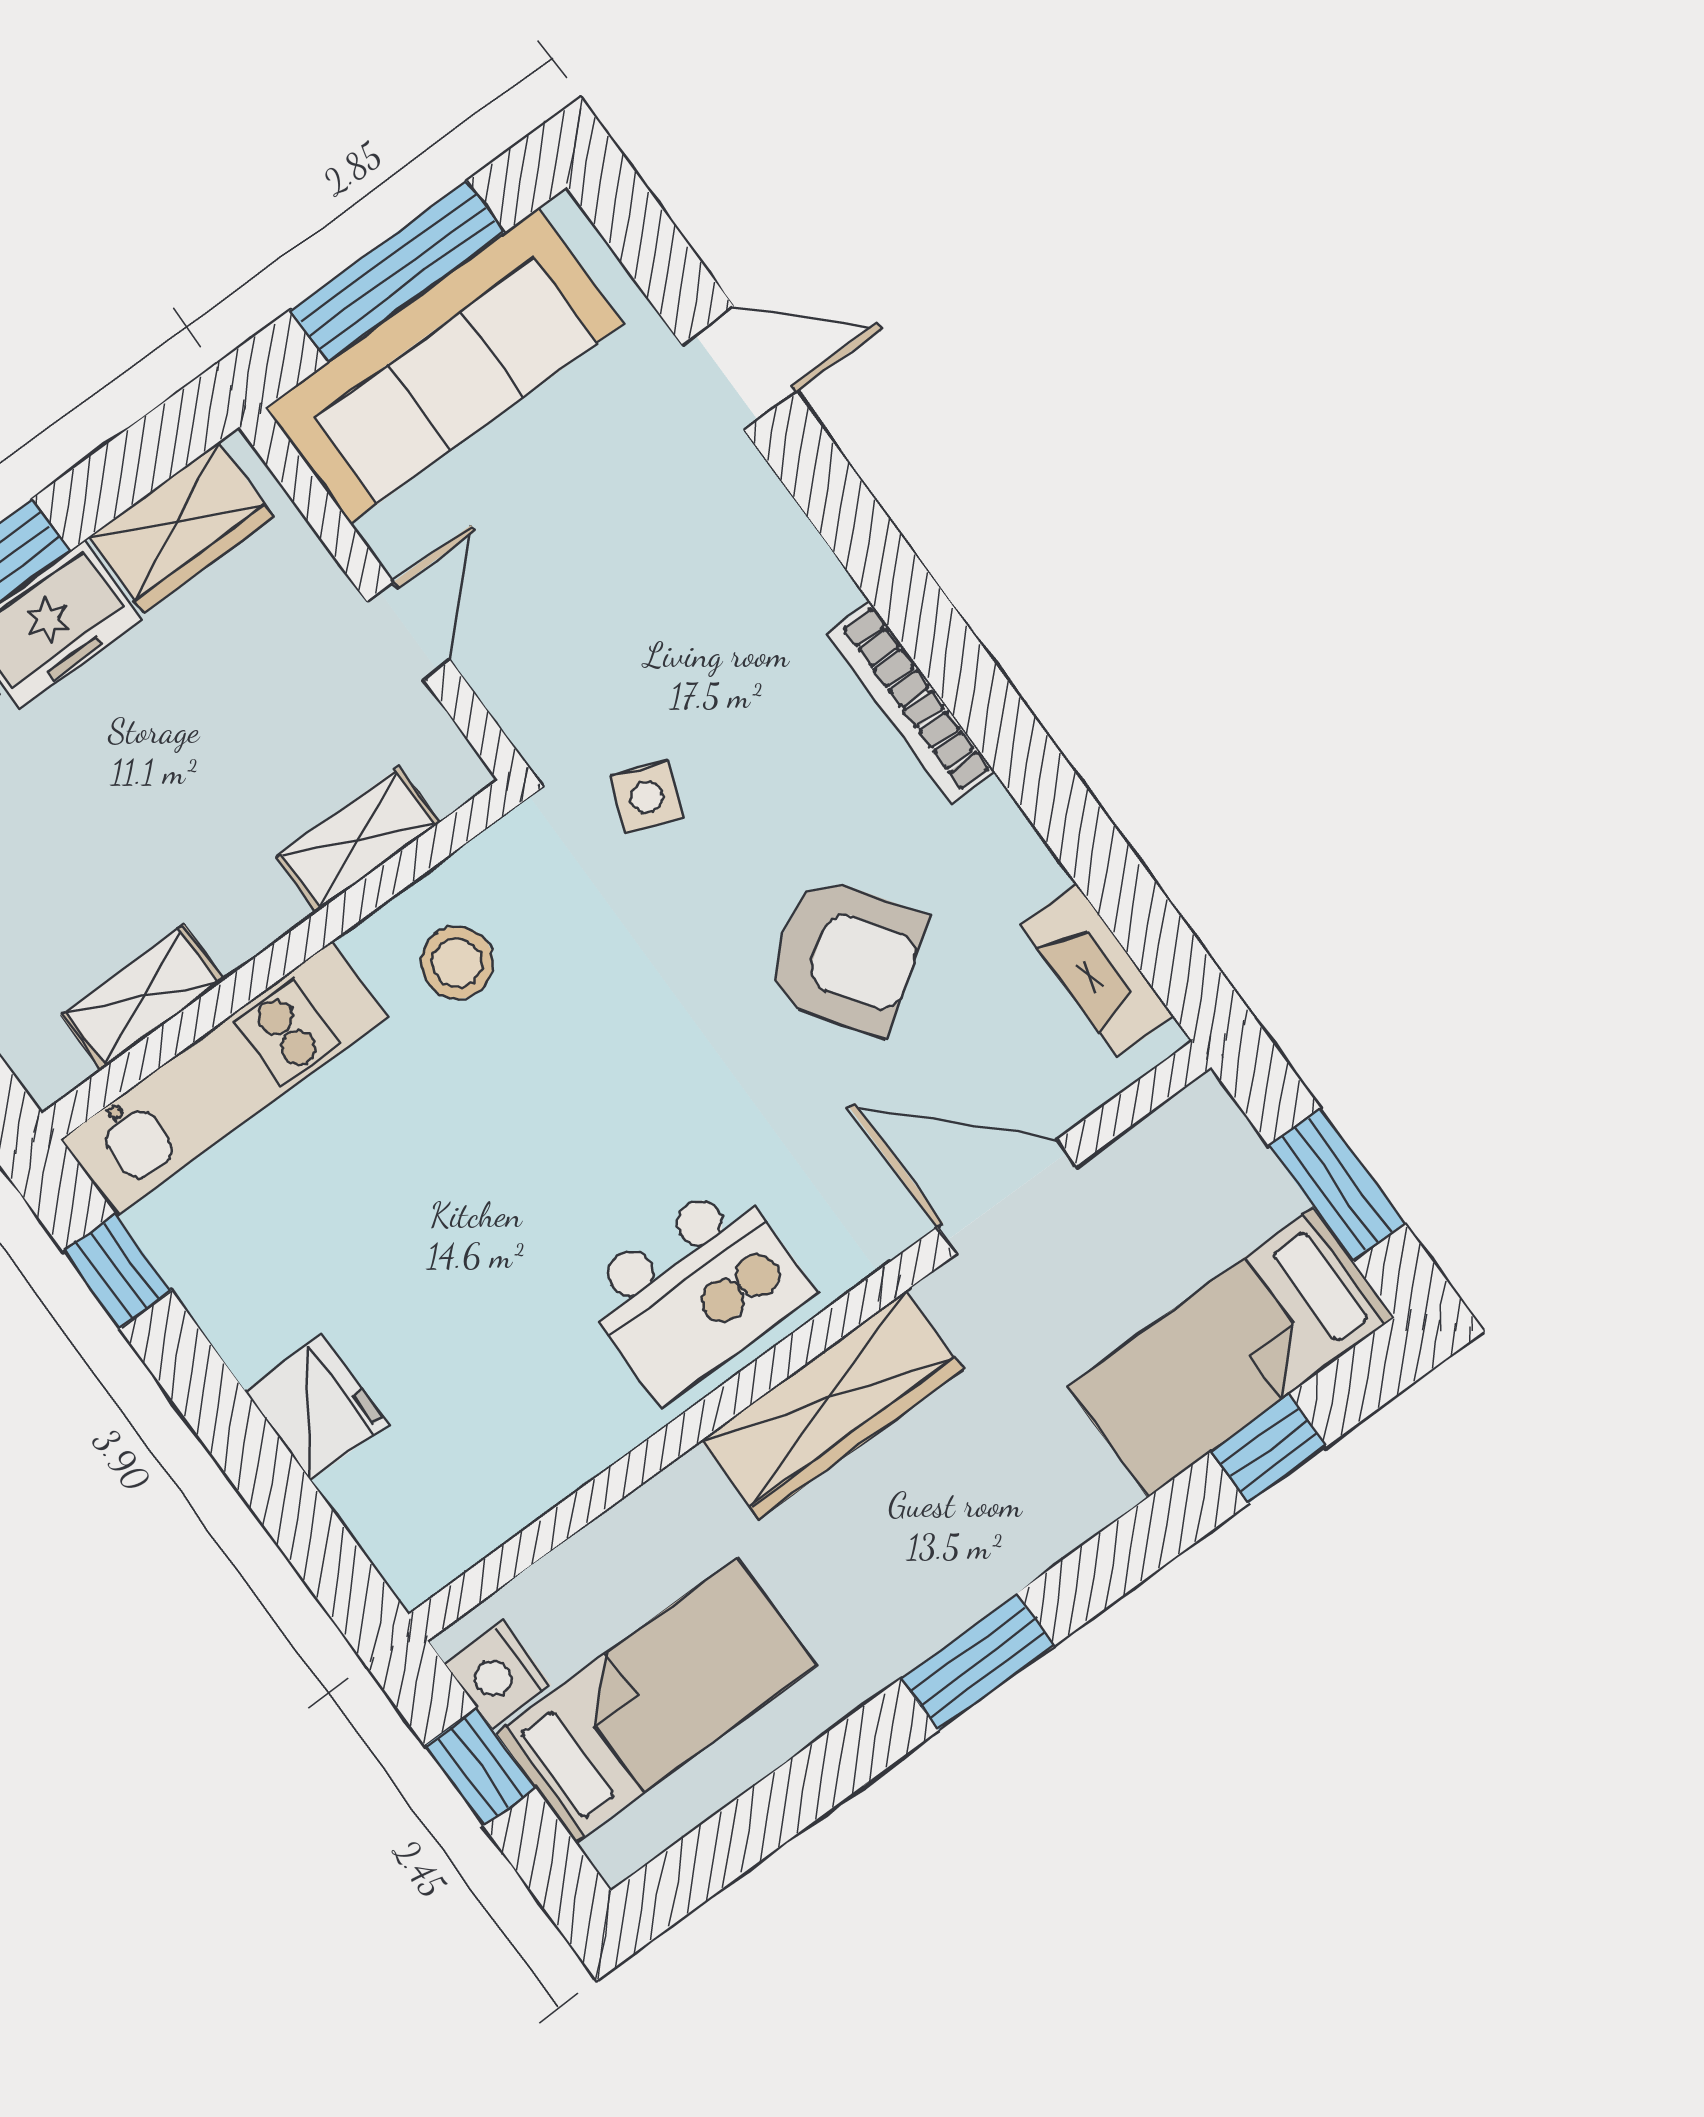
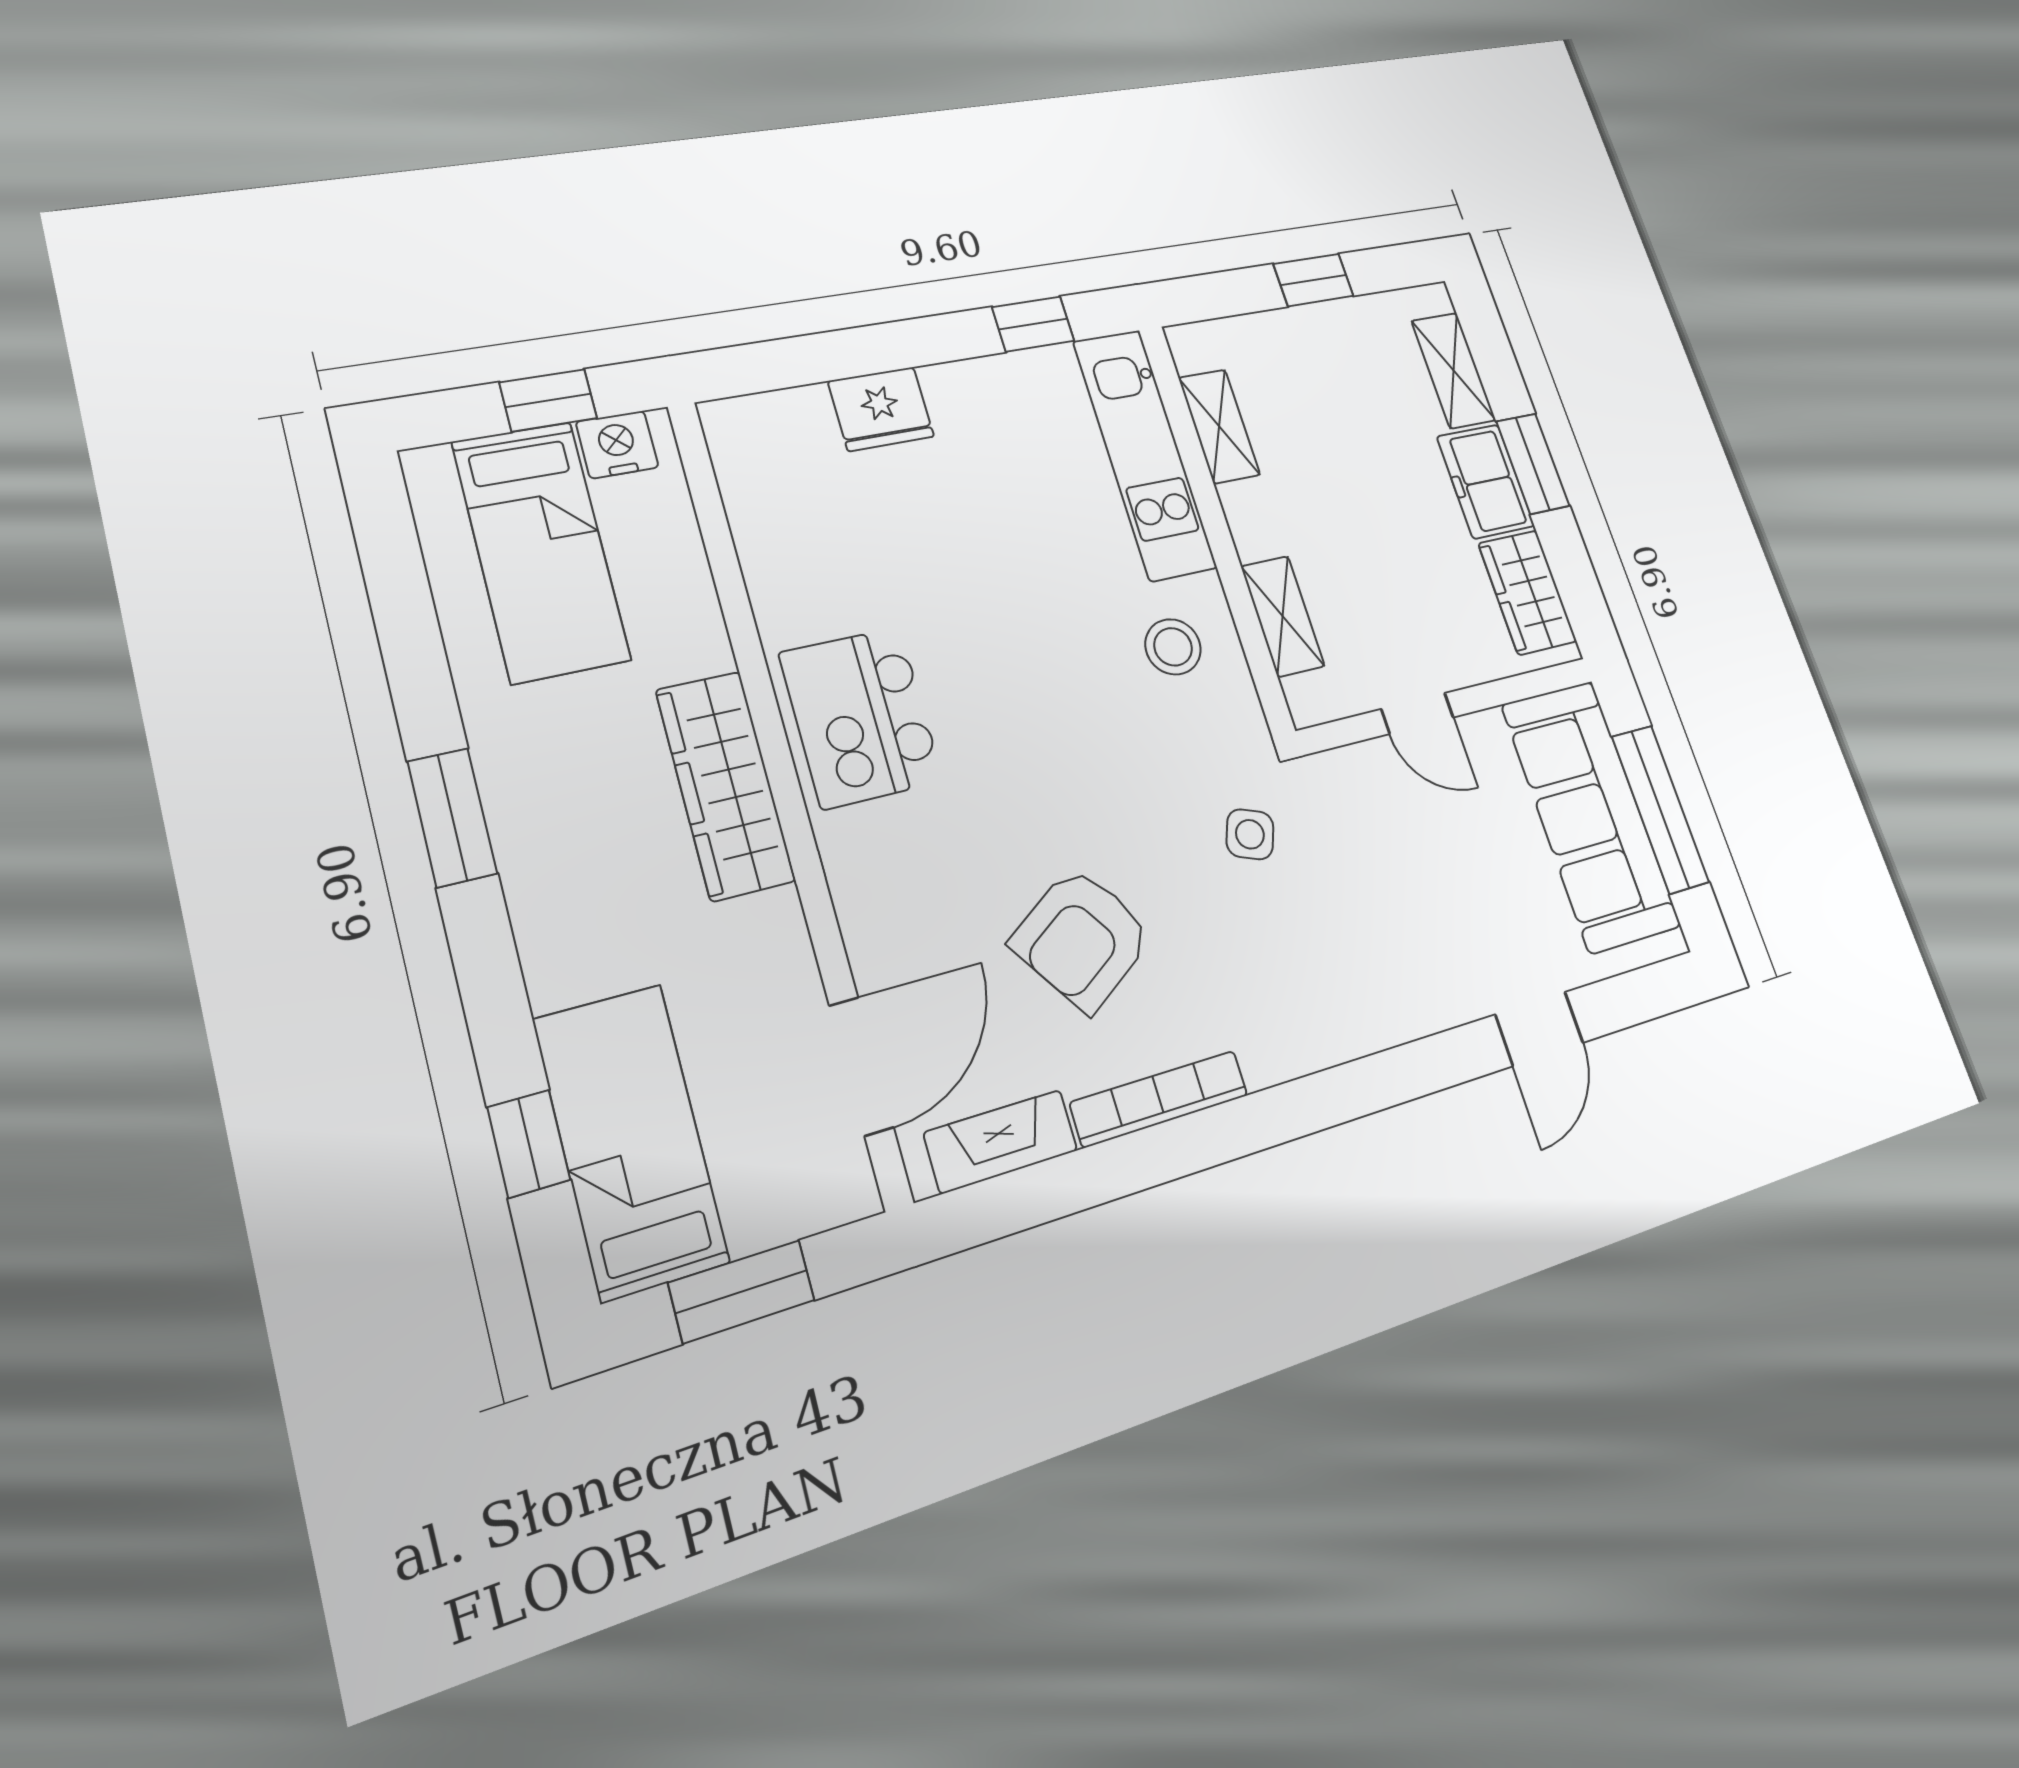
bookcase: (911, 703) -> (1159, 1099), moved
door: (1007, 1197) -> (861, 1066), moved

